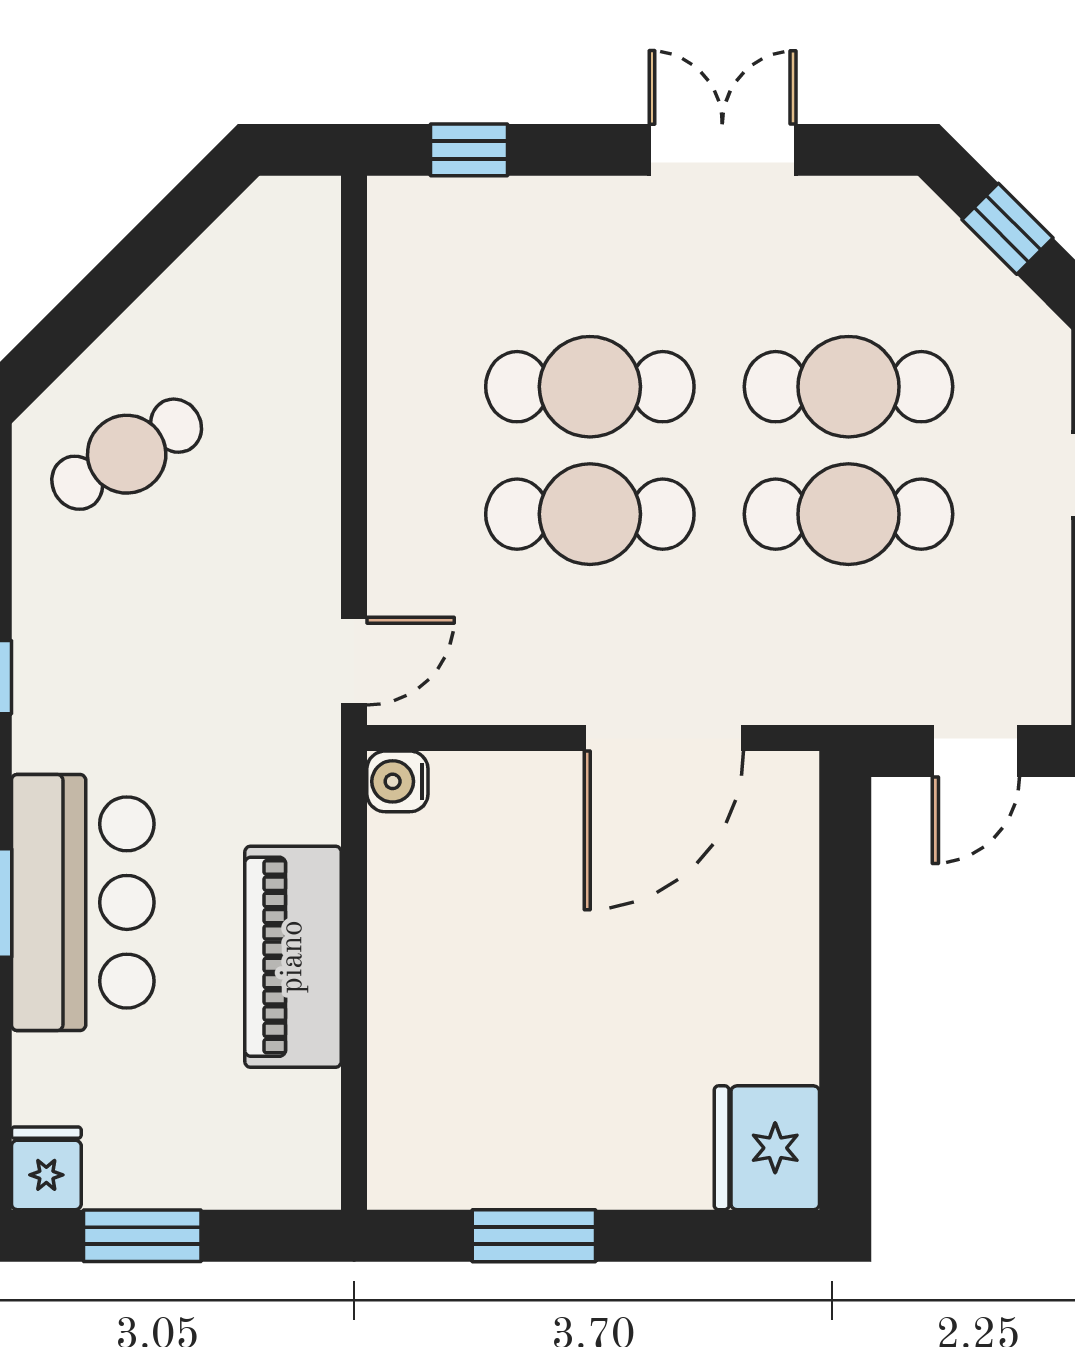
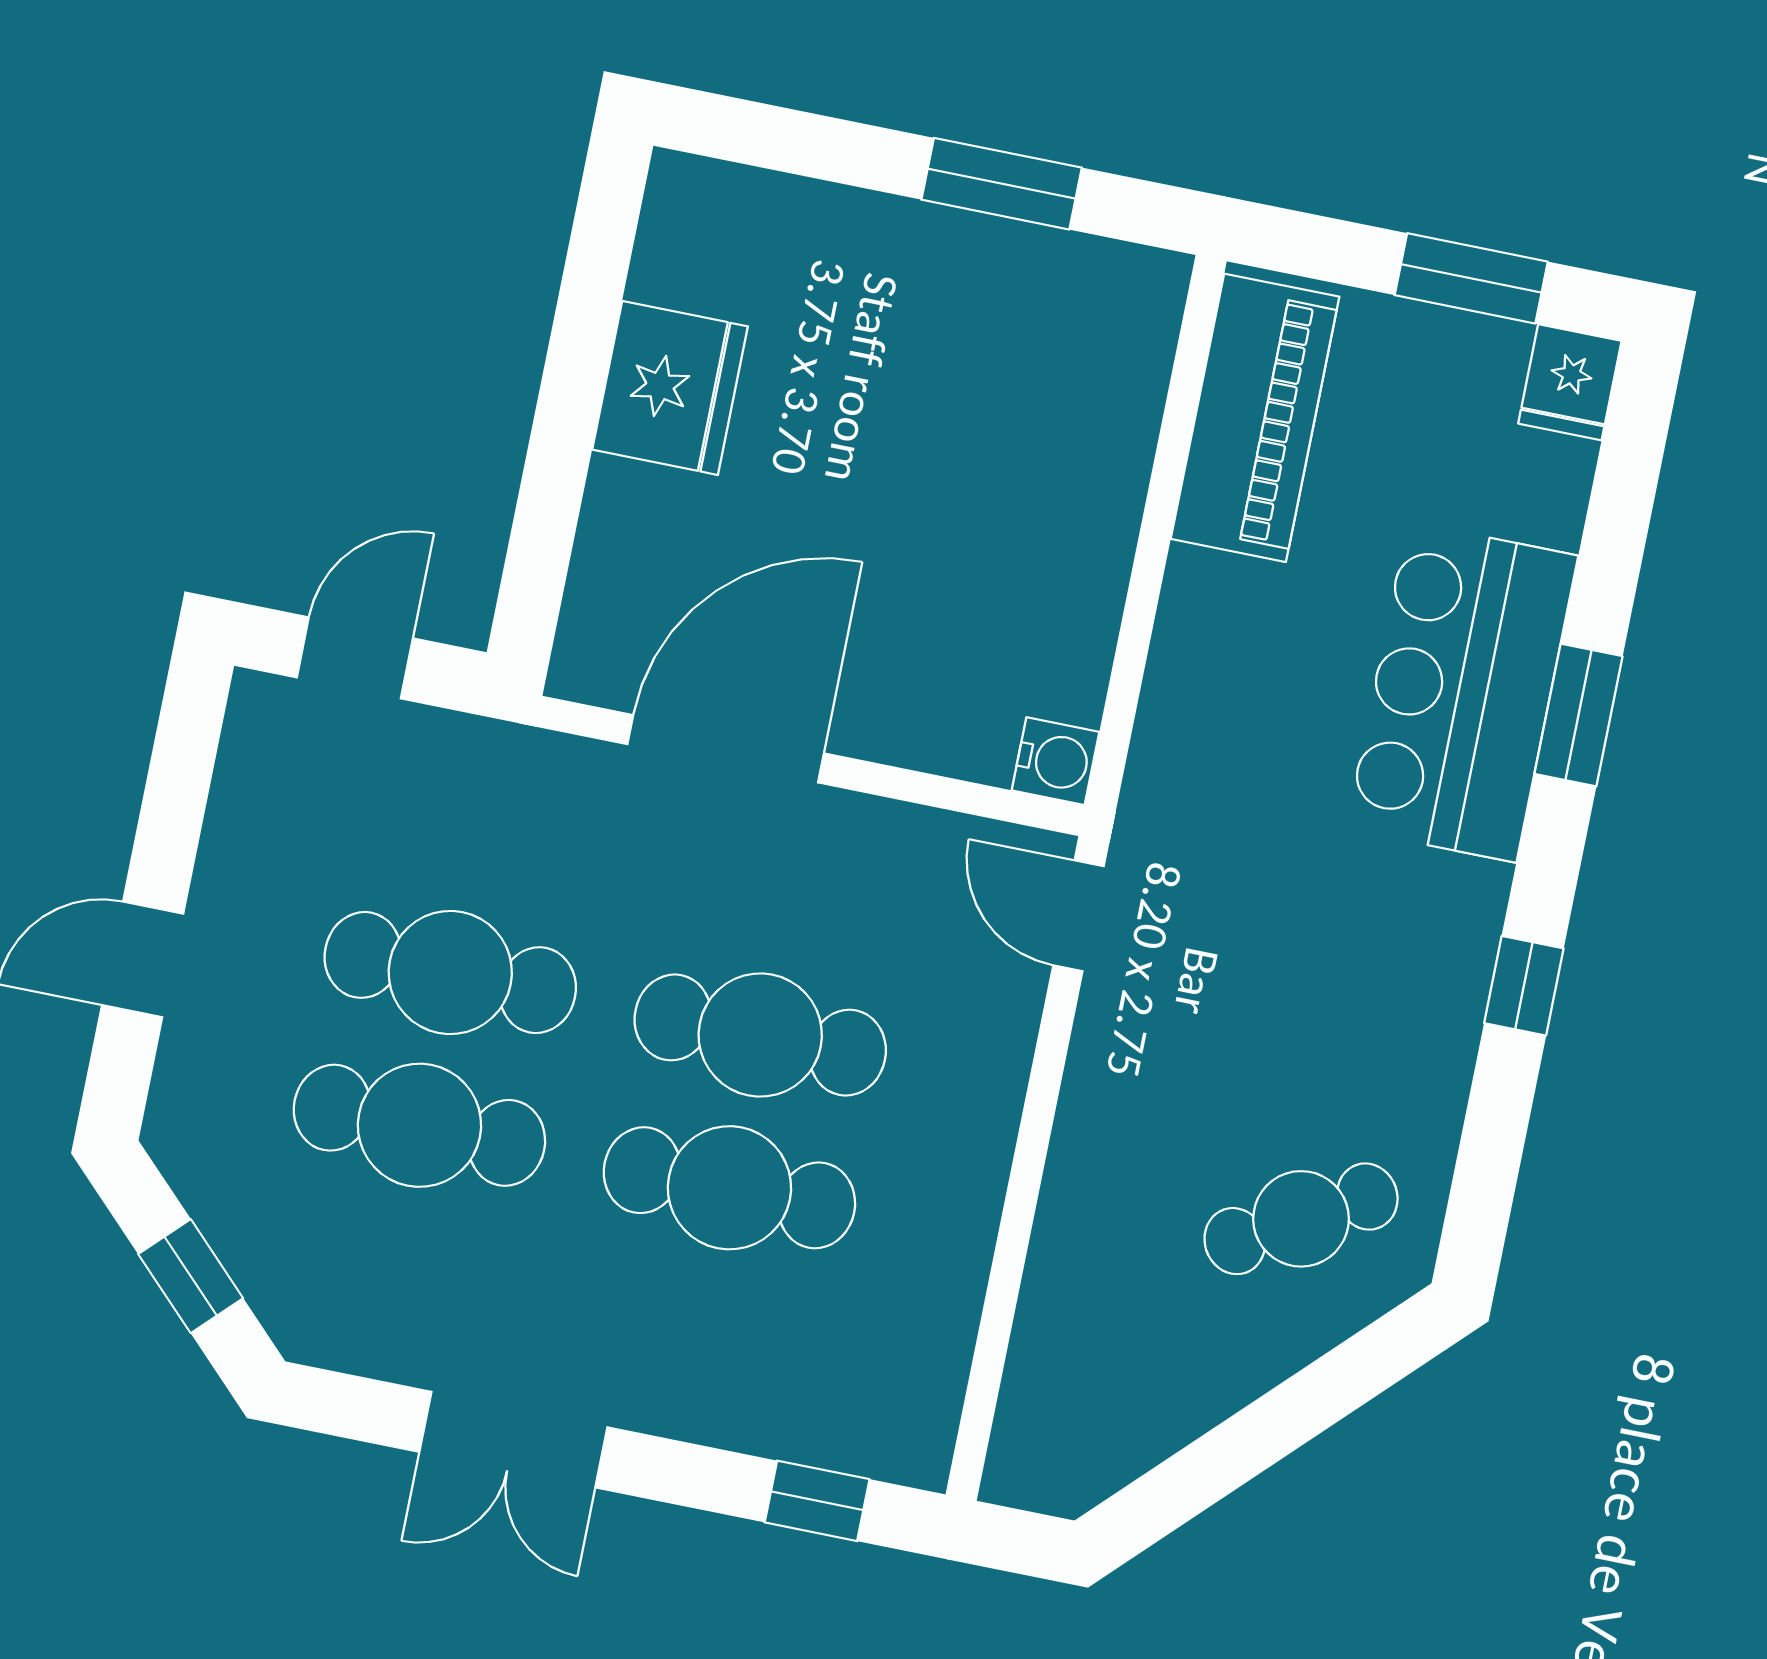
door: (354, 661) -> (1078, 916), hinge flipped
piano: (293, 957) -> (1255, 418), moved
fridge: (767, 1148) -> (670, 388), moved

